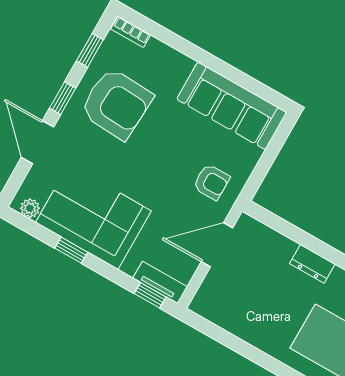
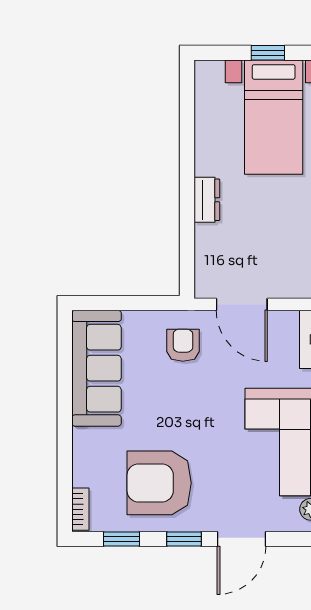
armchair: (116, 104) -> (159, 483), turned -93

